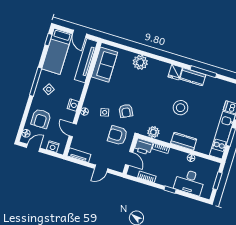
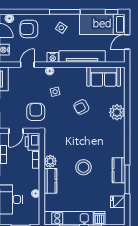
tv unit: (86, 61) -> (82, 57), moved
fridge: (175, 72) -> (118, 202), moved
armchair: (126, 111) -> (81, 107), moved
plant: (153, 132) -> (50, 161), moved

